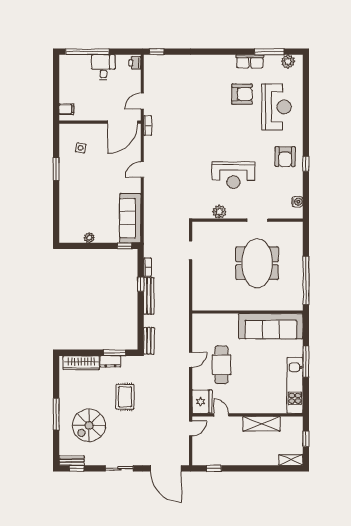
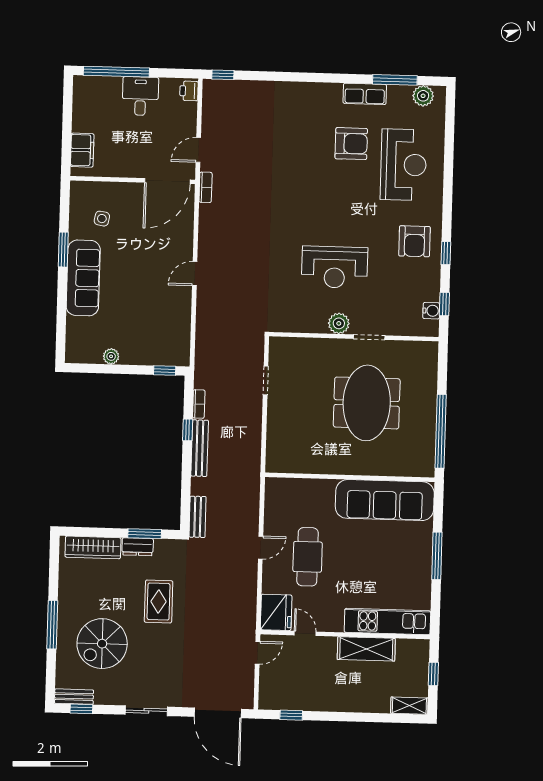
filing cabinet: (66, 109) -> (82, 150), width x2.00
door: (142, 169) -> (195, 274), moved
window: (306, 197) -> (444, 304), added
plant: (219, 212) -> (339, 323), moved
sofa: (130, 218) -> (83, 278), moved, turned 180
kitchen unit: (295, 385) -> (387, 622), moved, turned 90

